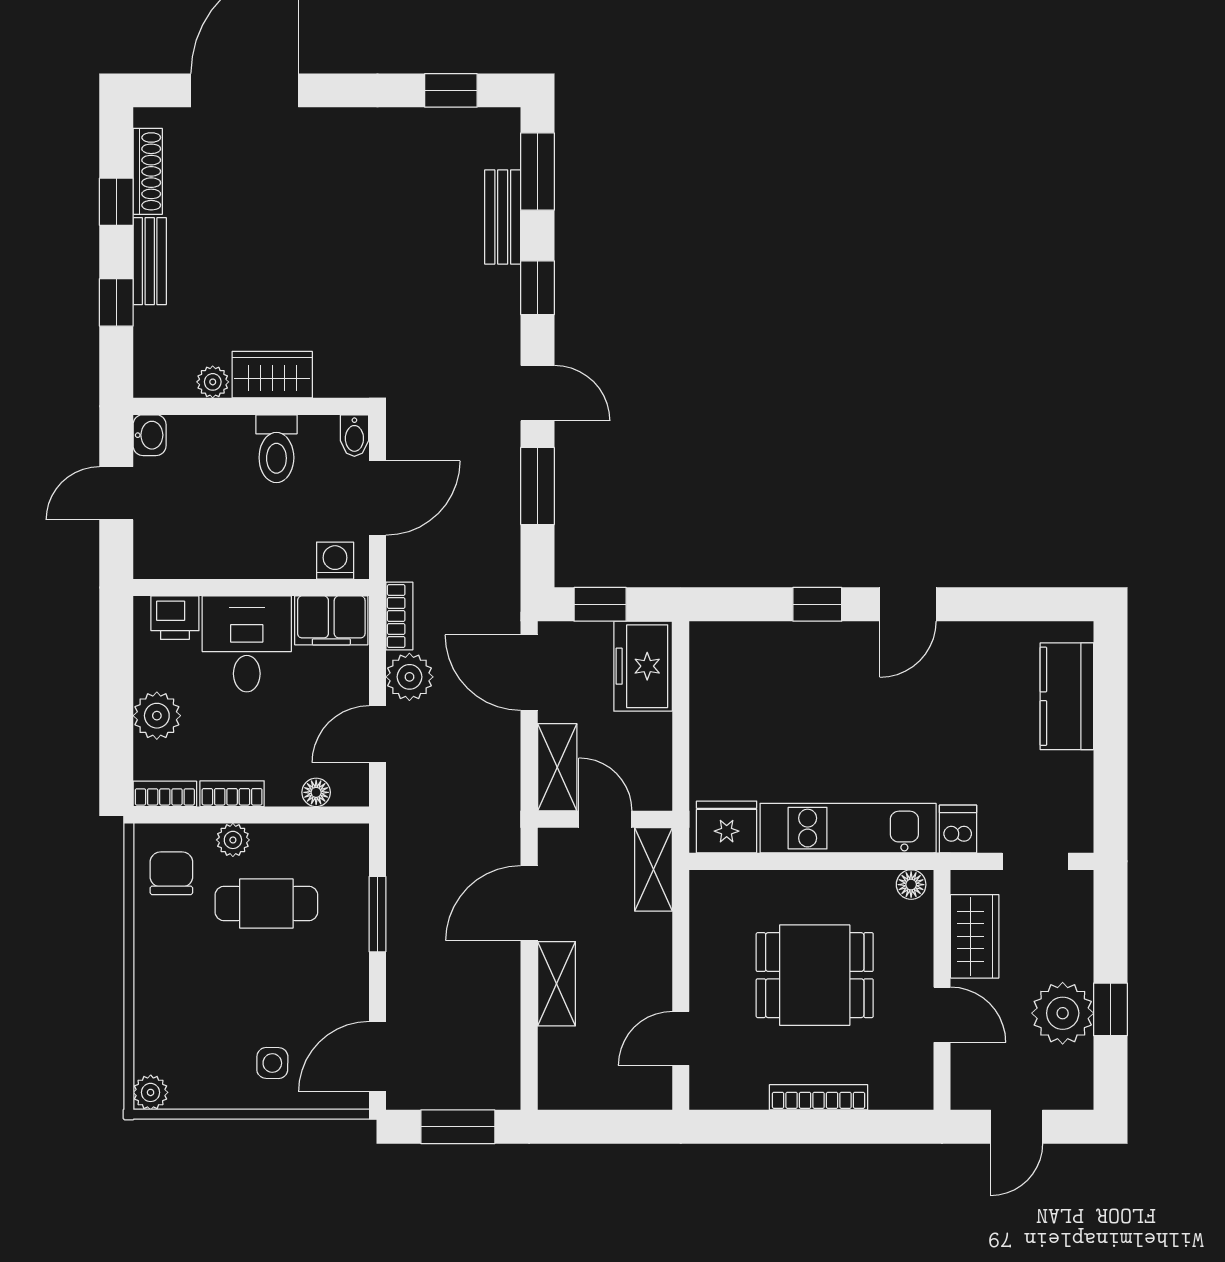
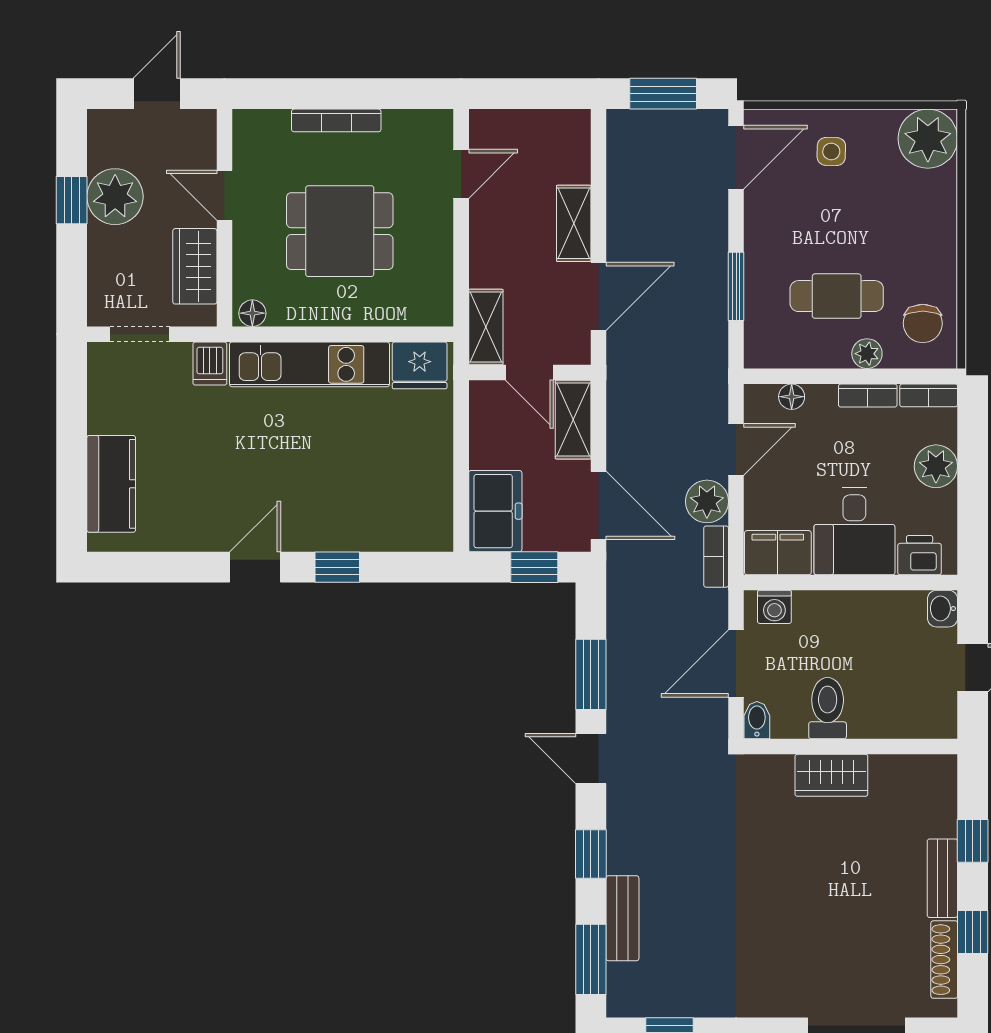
plant: (213, 382) -> (885, 769), removed
washbasin: (150, 435) -> (943, 609), moved
plant: (151, 1092) -> (928, 139), width x1.87, depth x1.87

